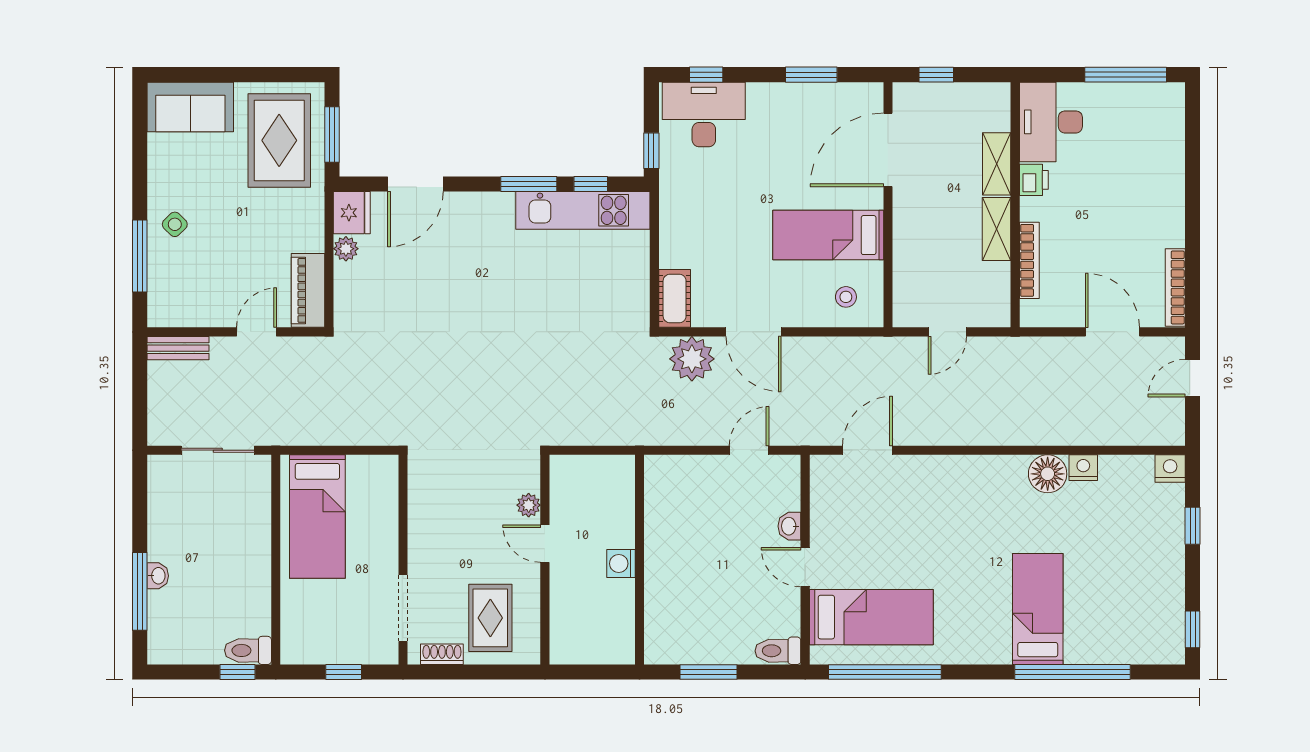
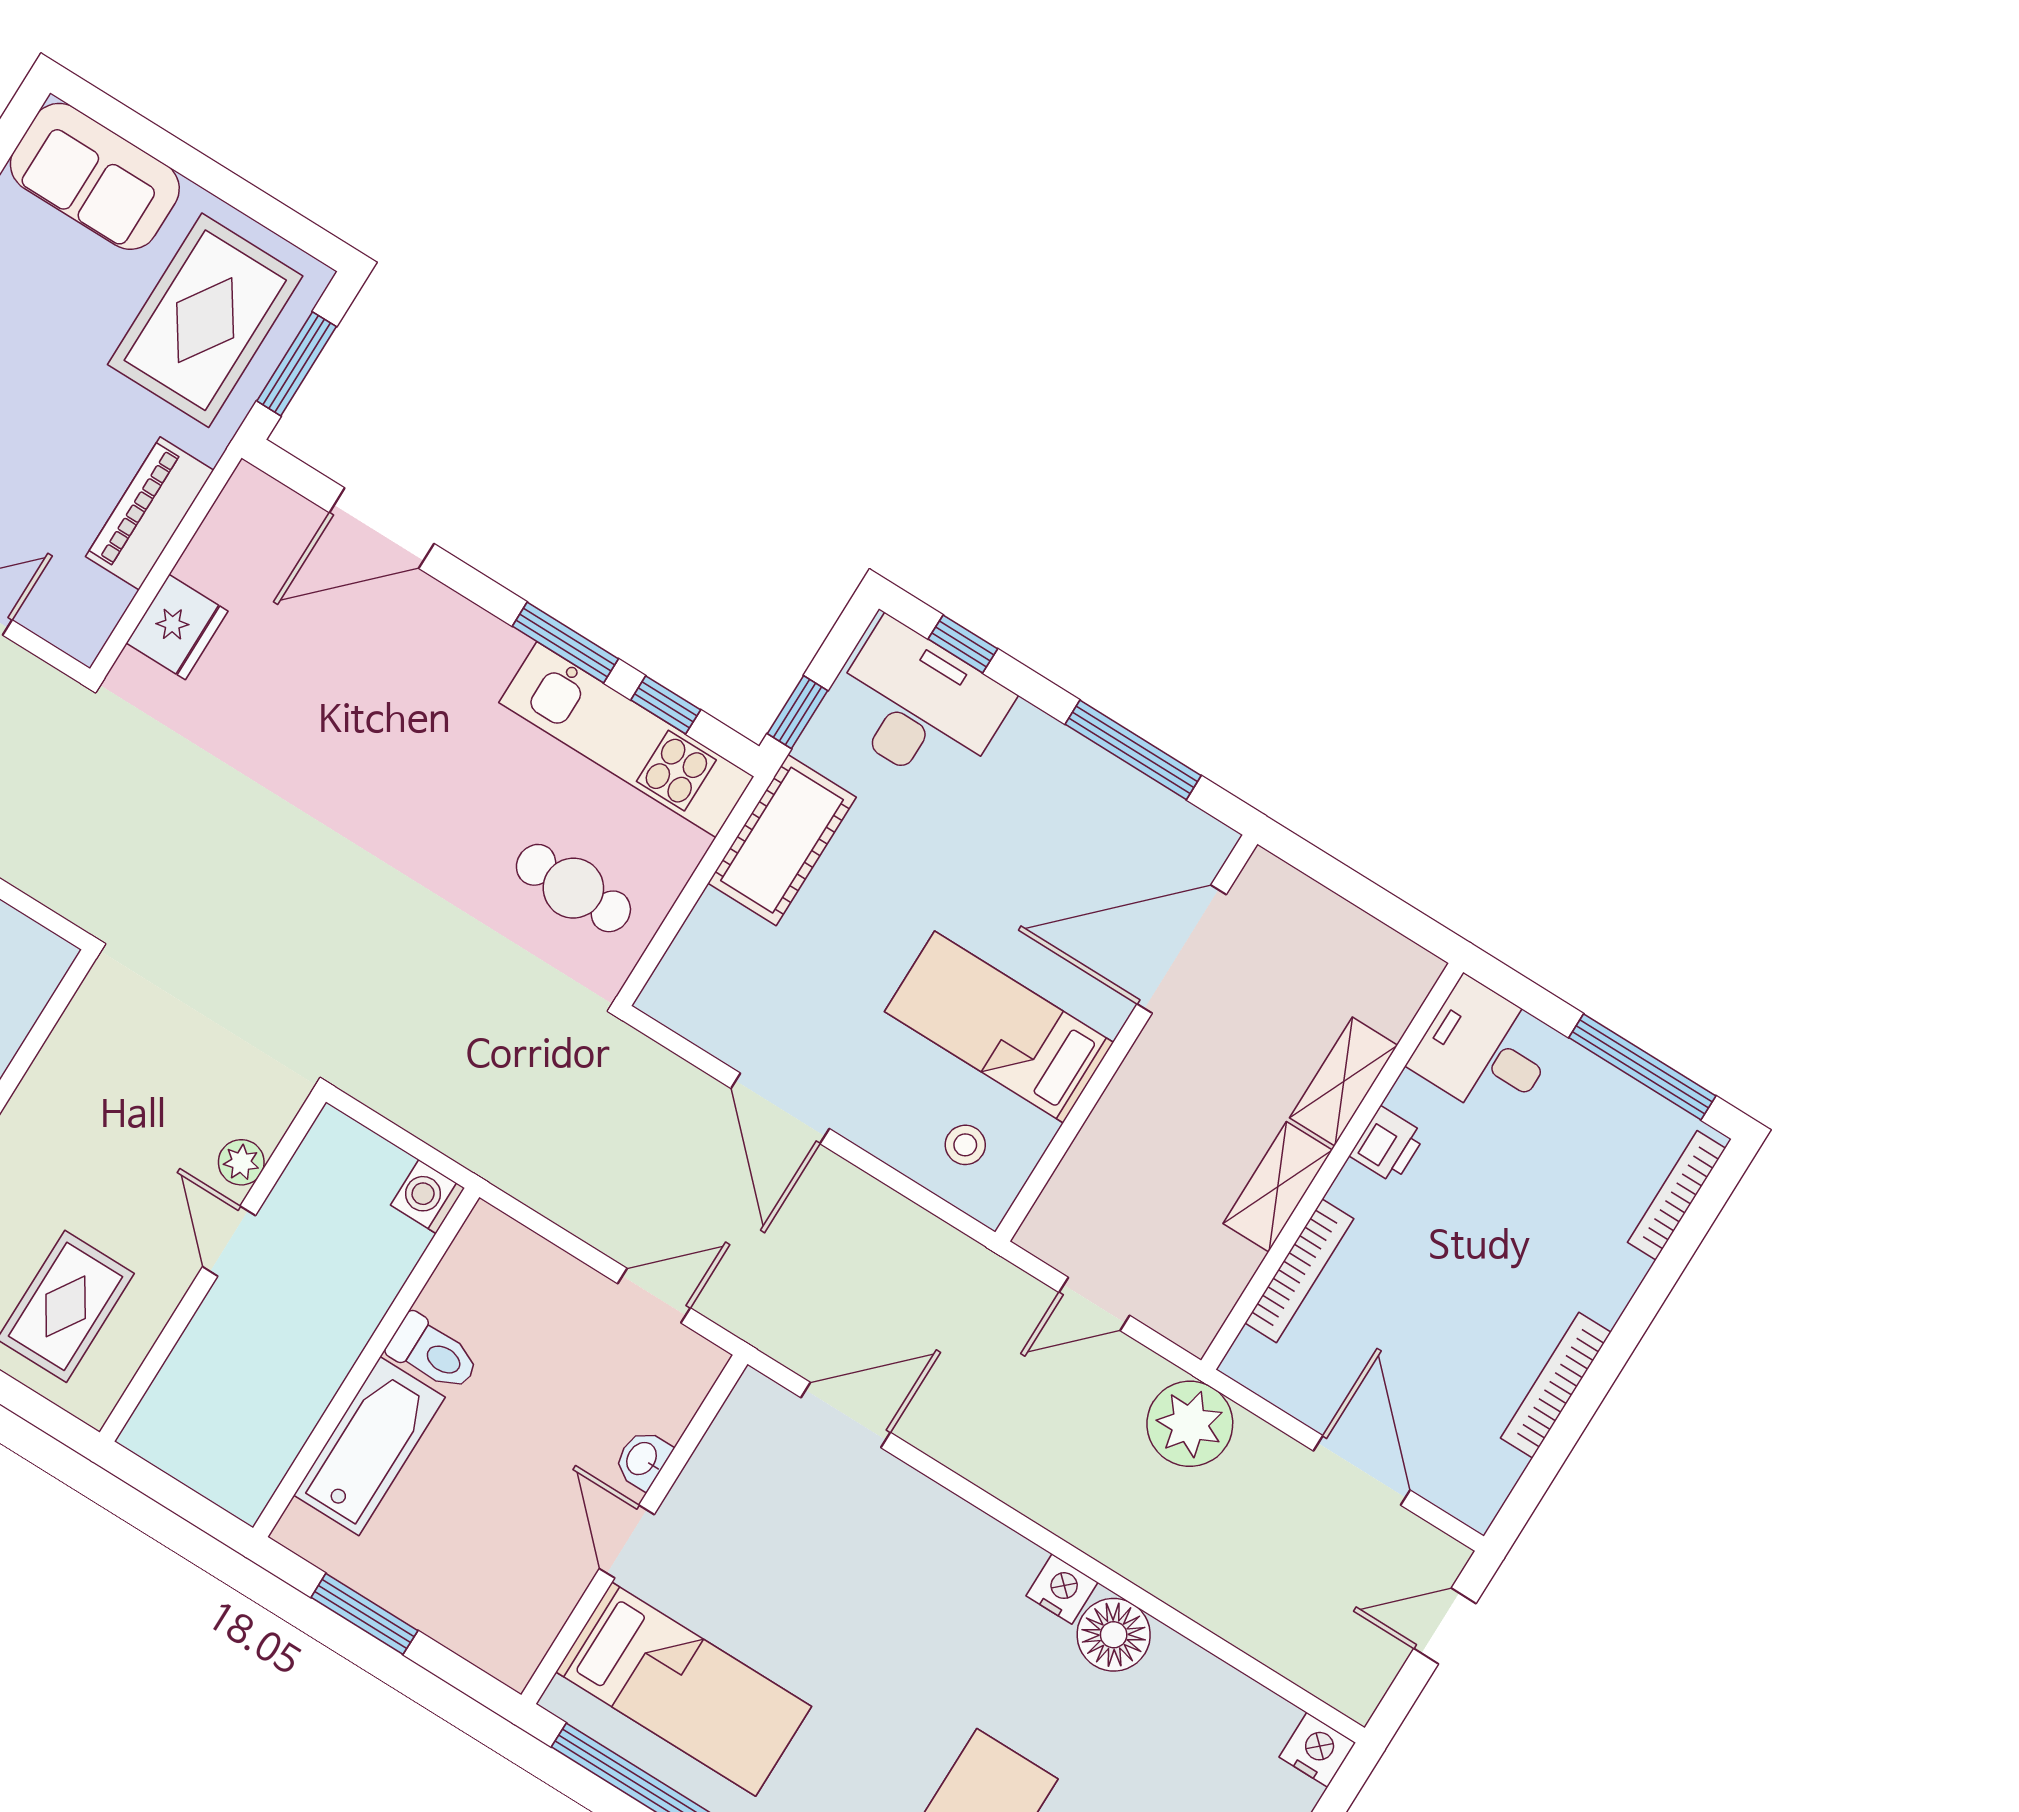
window: (811, 75) -> (1133, 750), width x1.44
window: (936, 75) -> (1336, 876), removed
desk: (1051, 122) -> (1485, 1051), width x0.73
bookcase: (1176, 122) -> (1676, 1195), added
fridge: (352, 213) -> (177, 627), moved
plant: (346, 249) -> (204, 563), removed
bookcase: (1175, 287) -> (1556, 1385), moved
piano: (308, 290) -> (150, 513), moved
cafe table: (600, 291) -> (573, 888), added
cot: (675, 298) -> (782, 840), moved, width x1.37, depth x1.34
plant: (692, 359) -> (1190, 1424), moved
nightstand: (1083, 468) -> (1062, 1589), moved
washing machine: (621, 564) -> (428, 1197), moved
bathtub: (664, 596) -> (369, 1446), added
toilet: (778, 651) -> (433, 1353), moved, turned 180

